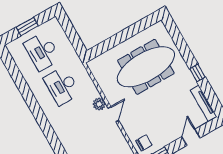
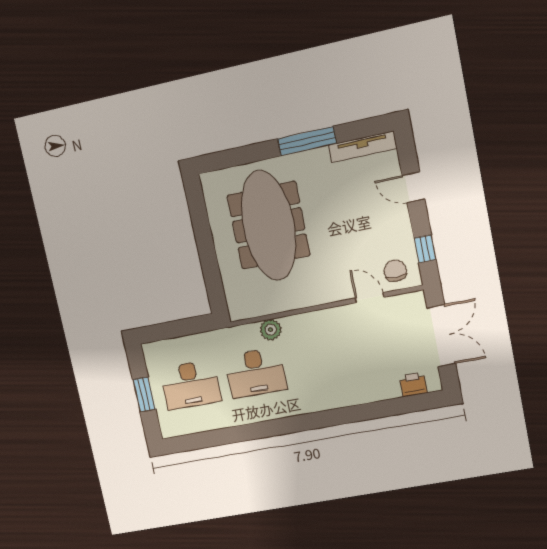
window: (197, 73) -> (307, 141), width x2.17
plant: (99, 104) -> (271, 330), moved
door: (113, 114) -> (370, 298), moved

